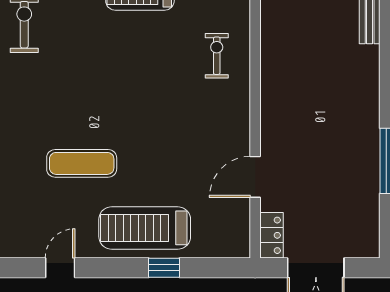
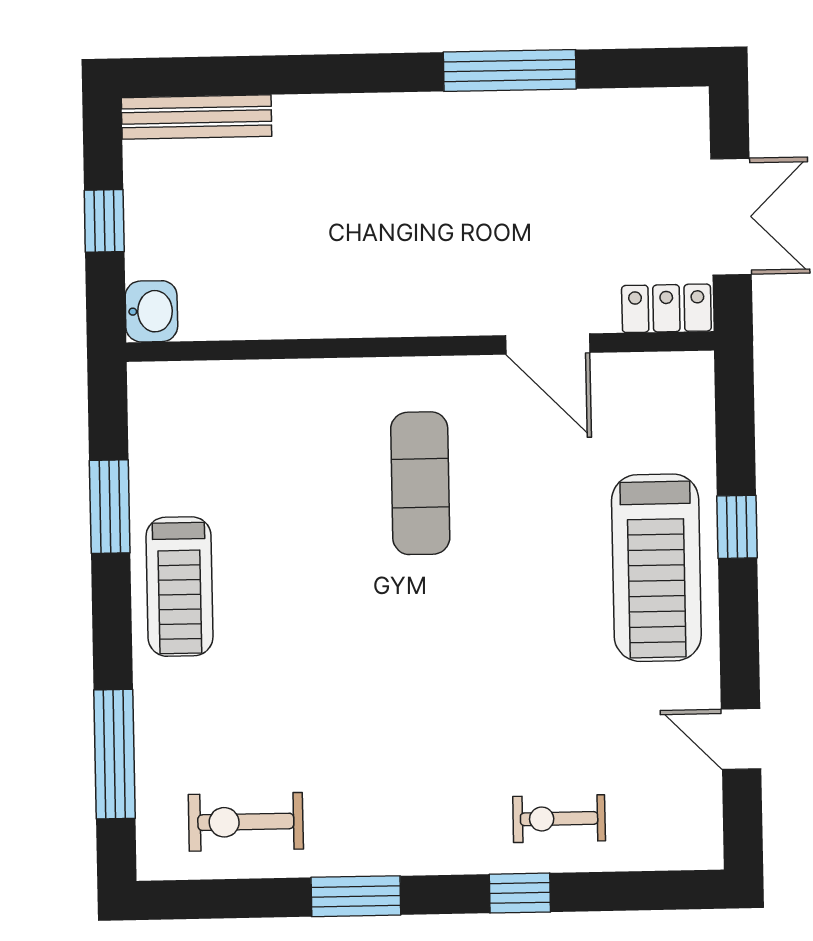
exercise bike: (217, 56) -> (559, 819), moved
exercise mat: (82, 163) -> (420, 483), moved

